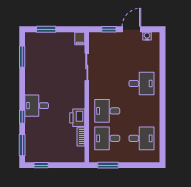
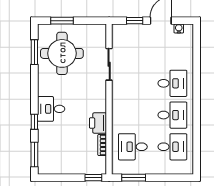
filing cabinet: (80, 38) -> (101, 31), removed
round table: (46, 58) -> (62, 53), added
desk: (107, 111) -> (172, 115), moved, turned 180
window: (41, 165) -> (93, 178), moved

